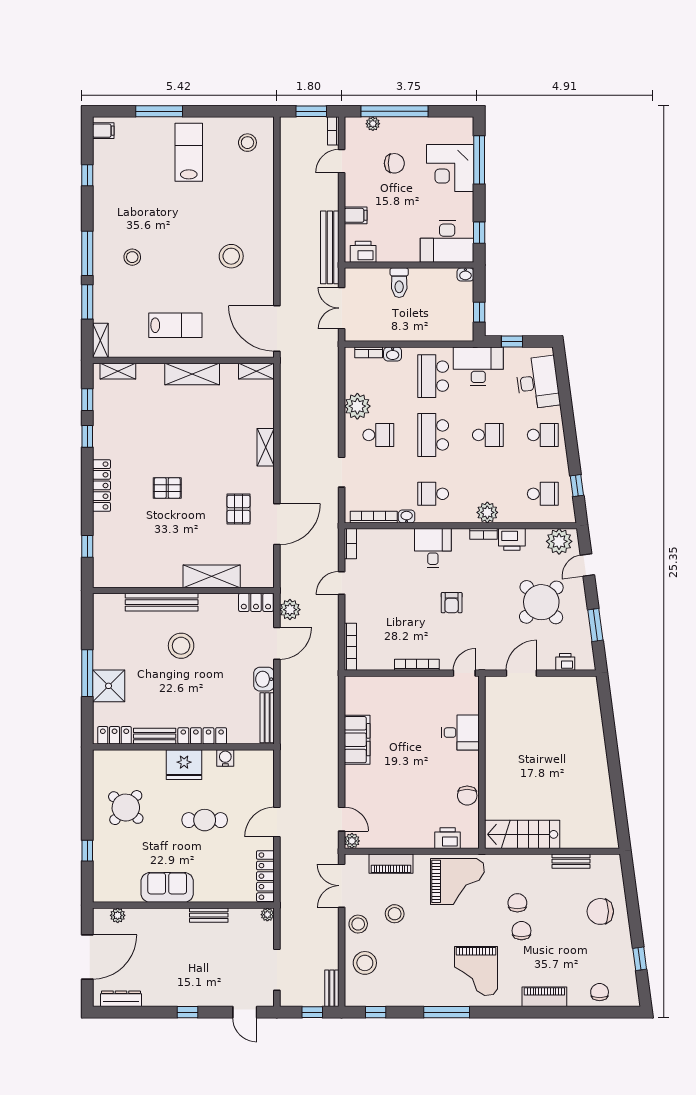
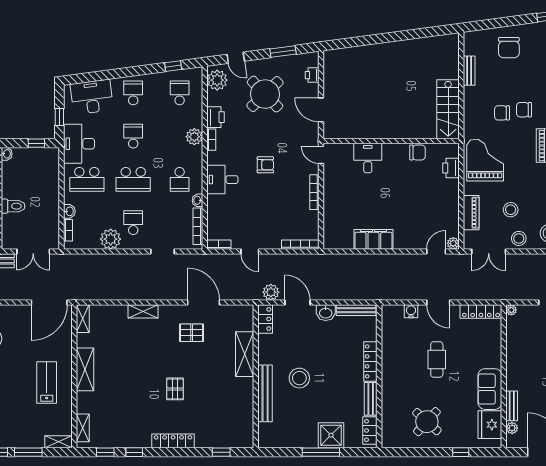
water cooler: (225, 758) -> (411, 311), moved, turned 90
fridge: (184, 765) -> (490, 425), moved, turned 180
bench: (209, 915) -> (512, 406), moved

